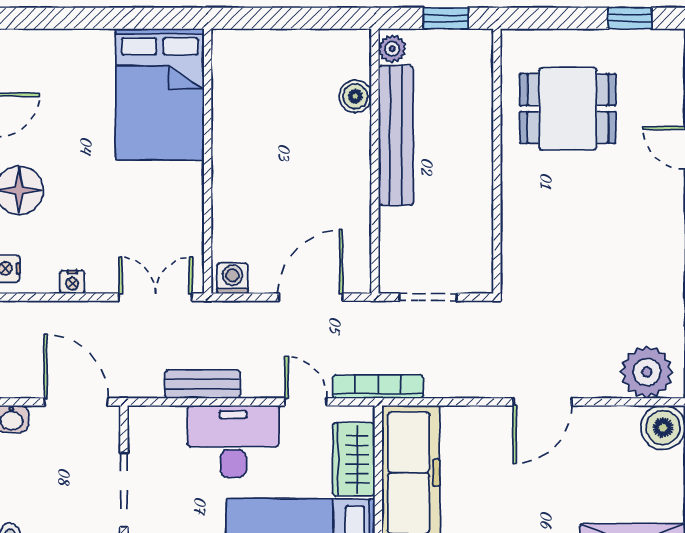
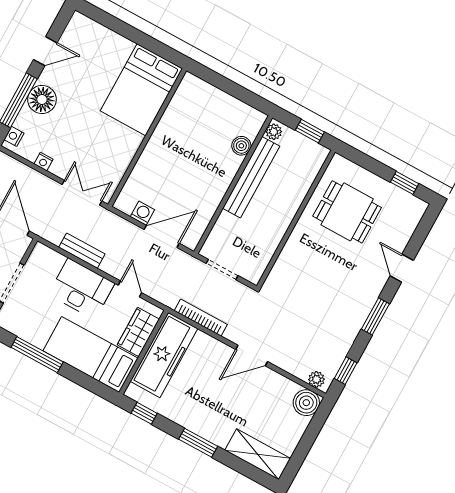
washing machine: (232, 278) -> (142, 213), moved
plant: (647, 372) -> (316, 379), width x0.53, depth x0.53
bookcase: (378, 387) -> (201, 318), moved

